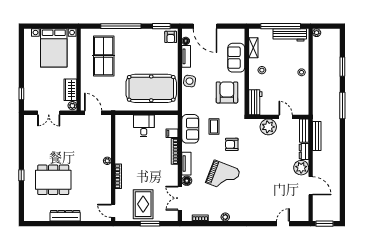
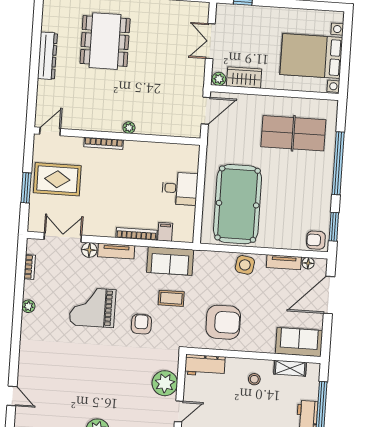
sofa: (236, 58) -> (299, 342), moved
grand piano: (223, 176) -> (93, 307), turned 69

